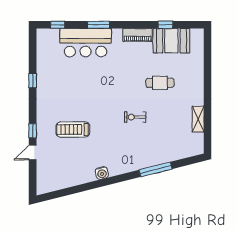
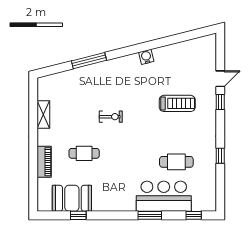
piano: (138, 35) -> (44, 162), moved, turned 90
cafe table: (74, 75) -> (176, 162), added

